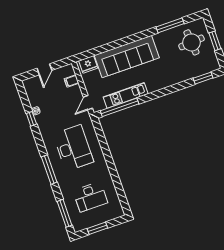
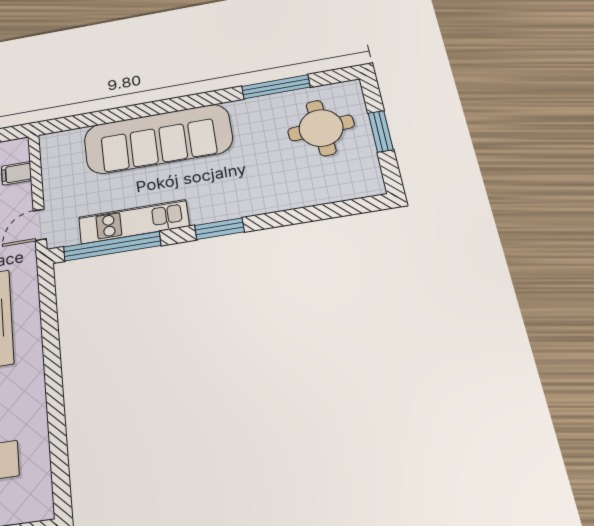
fridge: (88, 64) -> (65, 144), removed
window: (203, 78) -> (219, 229), moved

